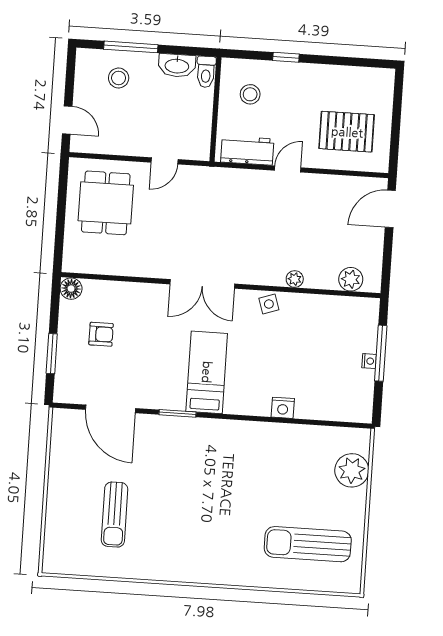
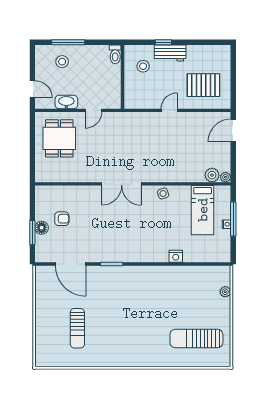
washbasin: (177, 65) -> (66, 102), moved, turned 180
workbench: (247, 150) -> (170, 53), moved, turned 180
plant: (295, 279) -> (226, 177), moved
floor lamp: (71, 289) -> (42, 228), moved
bed: (207, 372) -> (203, 210), moved, turned 180
plant: (352, 470) -> (225, 292), width x0.53, depth x0.53

